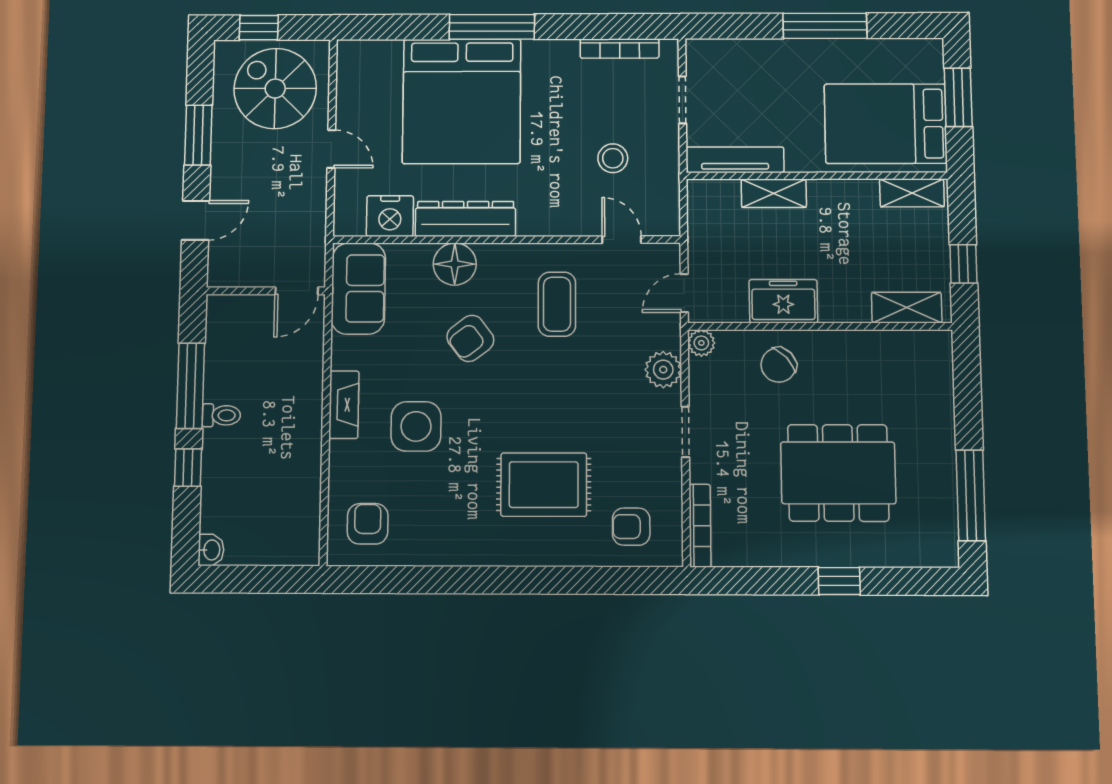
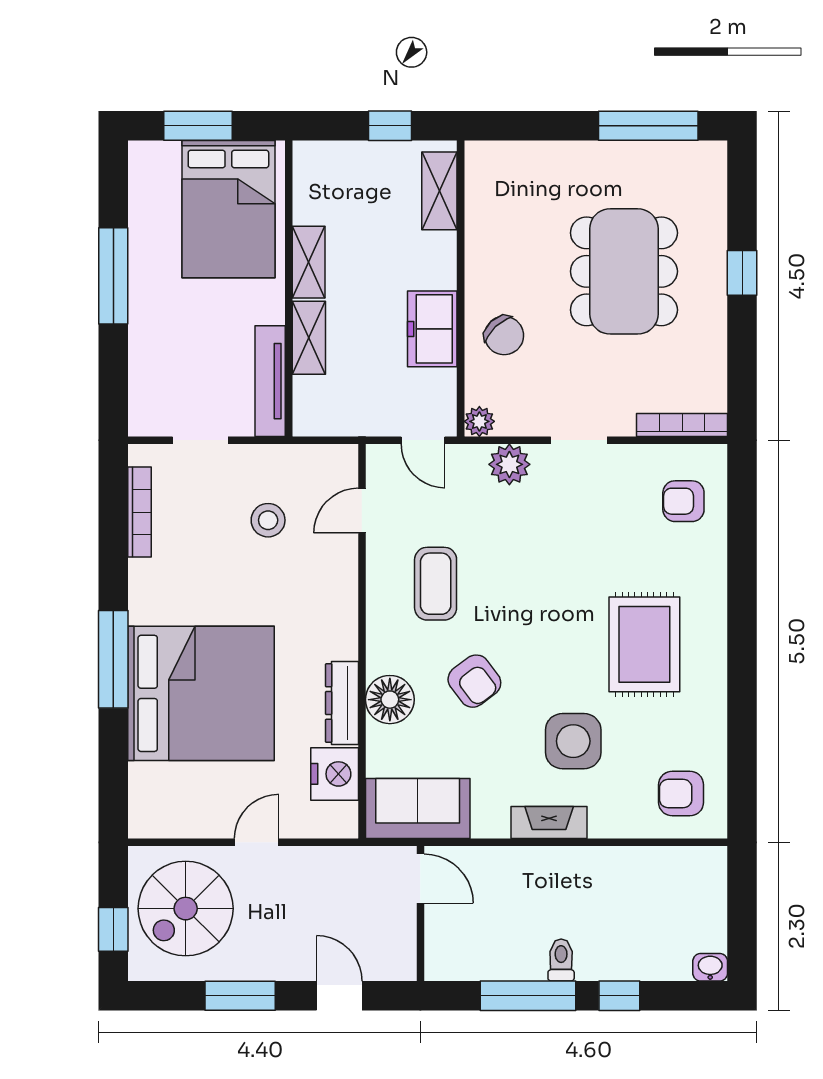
shelving: (912, 193) -> (309, 262), moved
dresser: (465, 219) -> (342, 703), width x0.73, depth x0.80
coffee table: (557, 304) -> (436, 584), turned 90
rug: (544, 485) -> (644, 644), moved
armchair: (631, 527) -> (683, 501), turned 90

